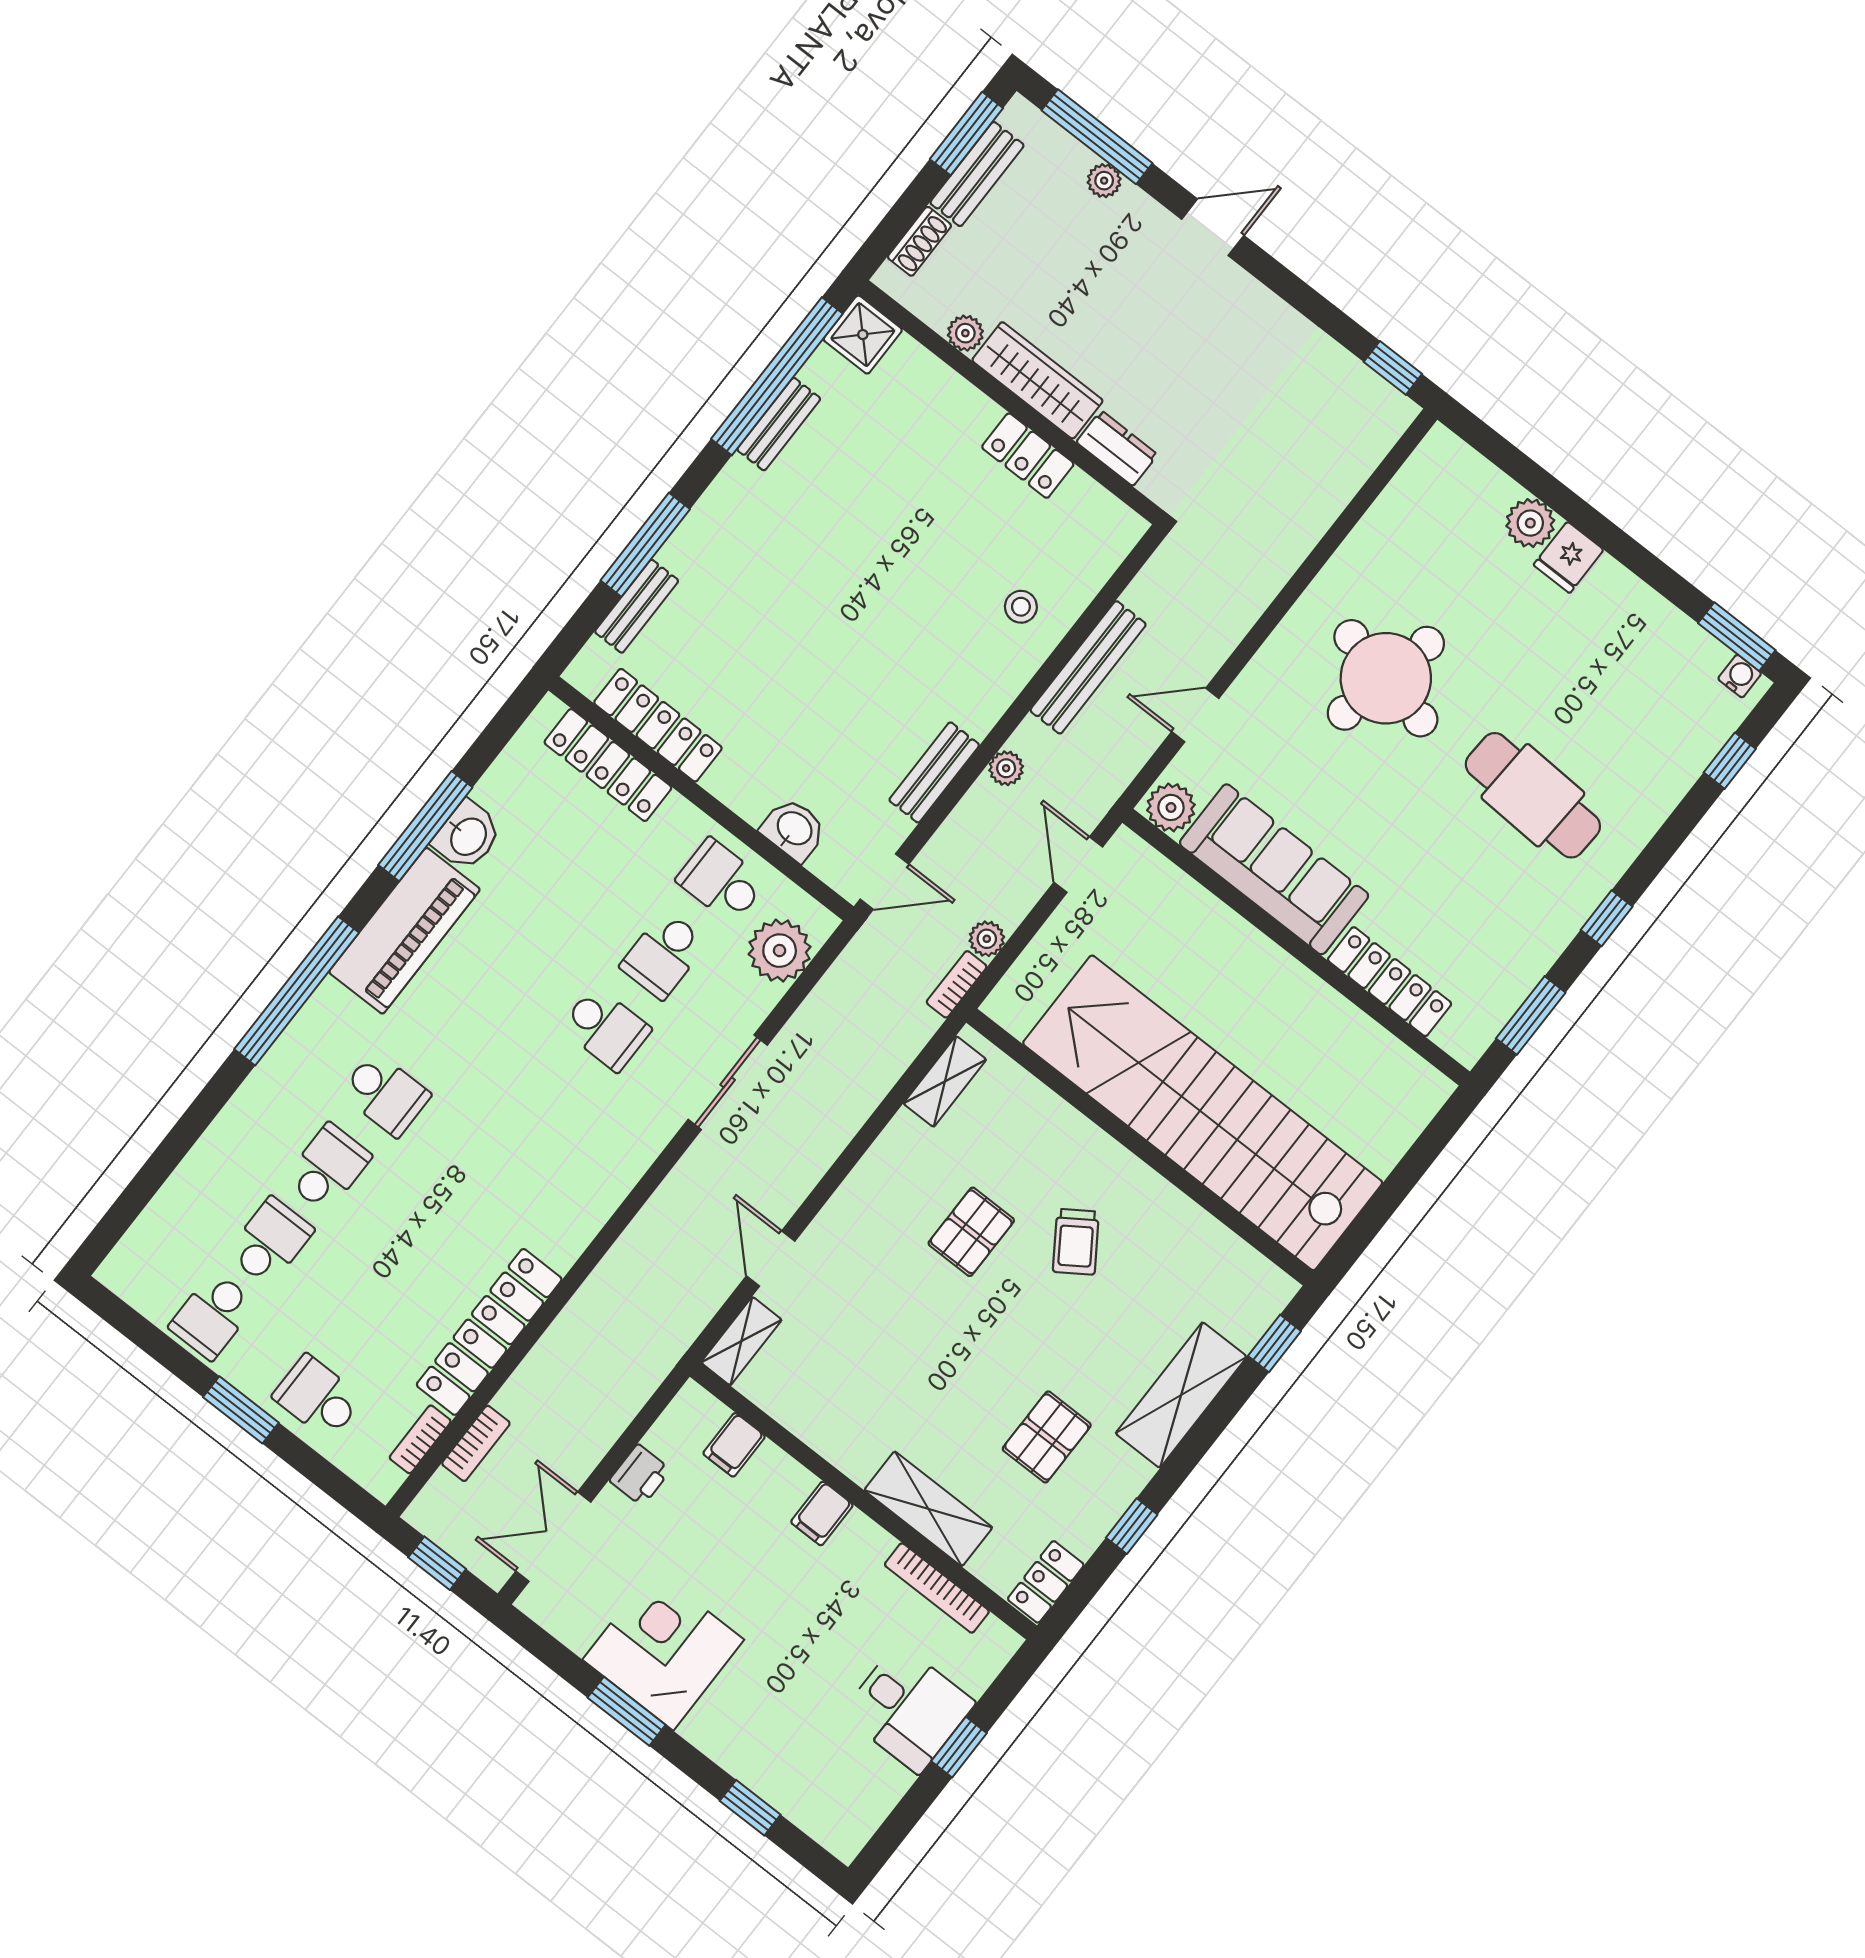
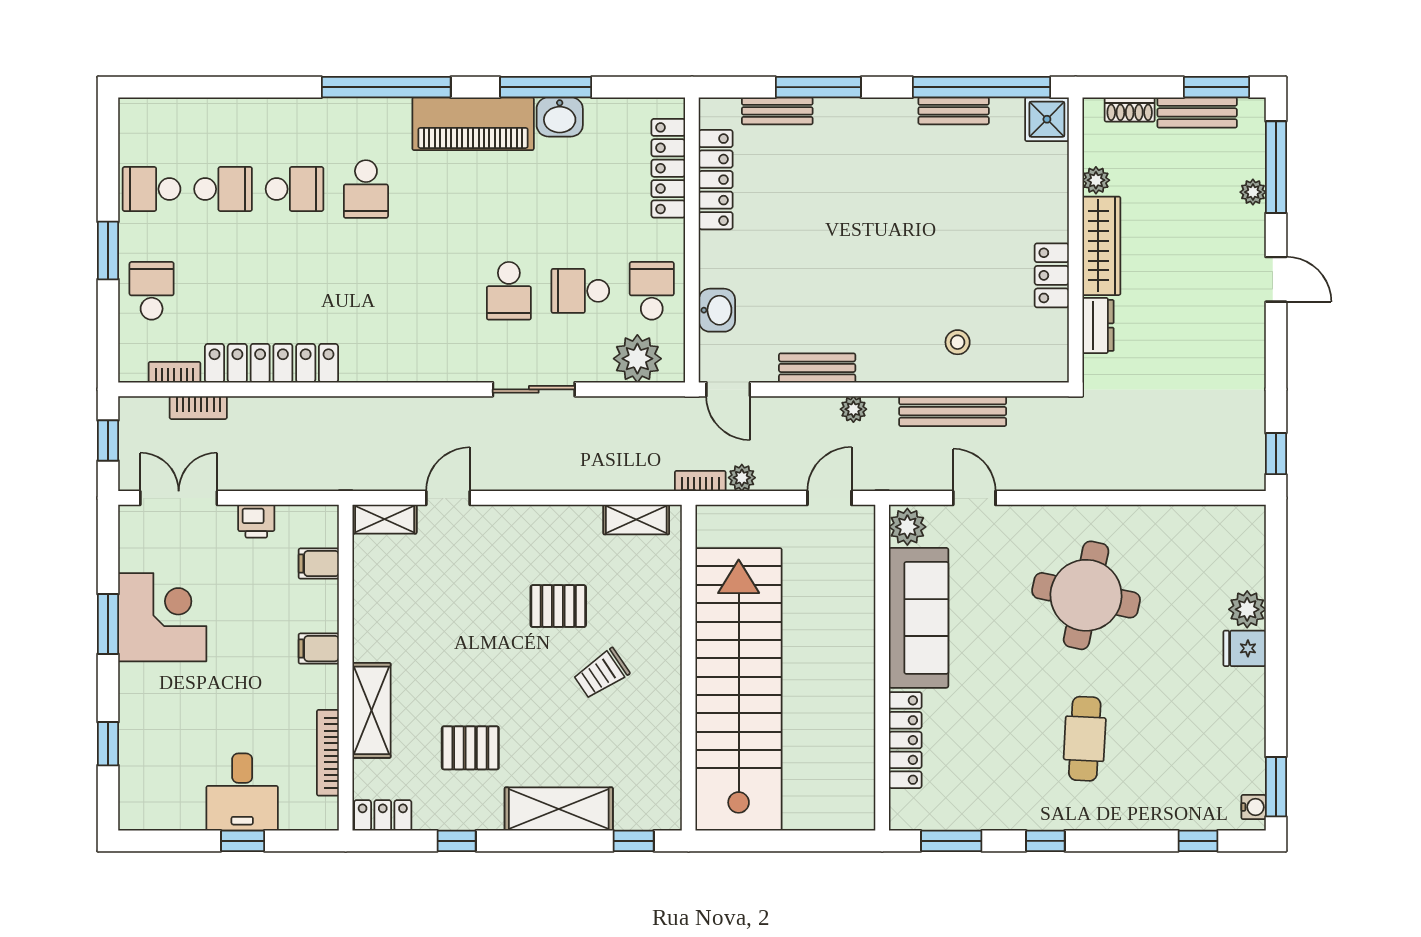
cafe table: (1533, 795) -> (1085, 739), width x0.73, depth x0.74

